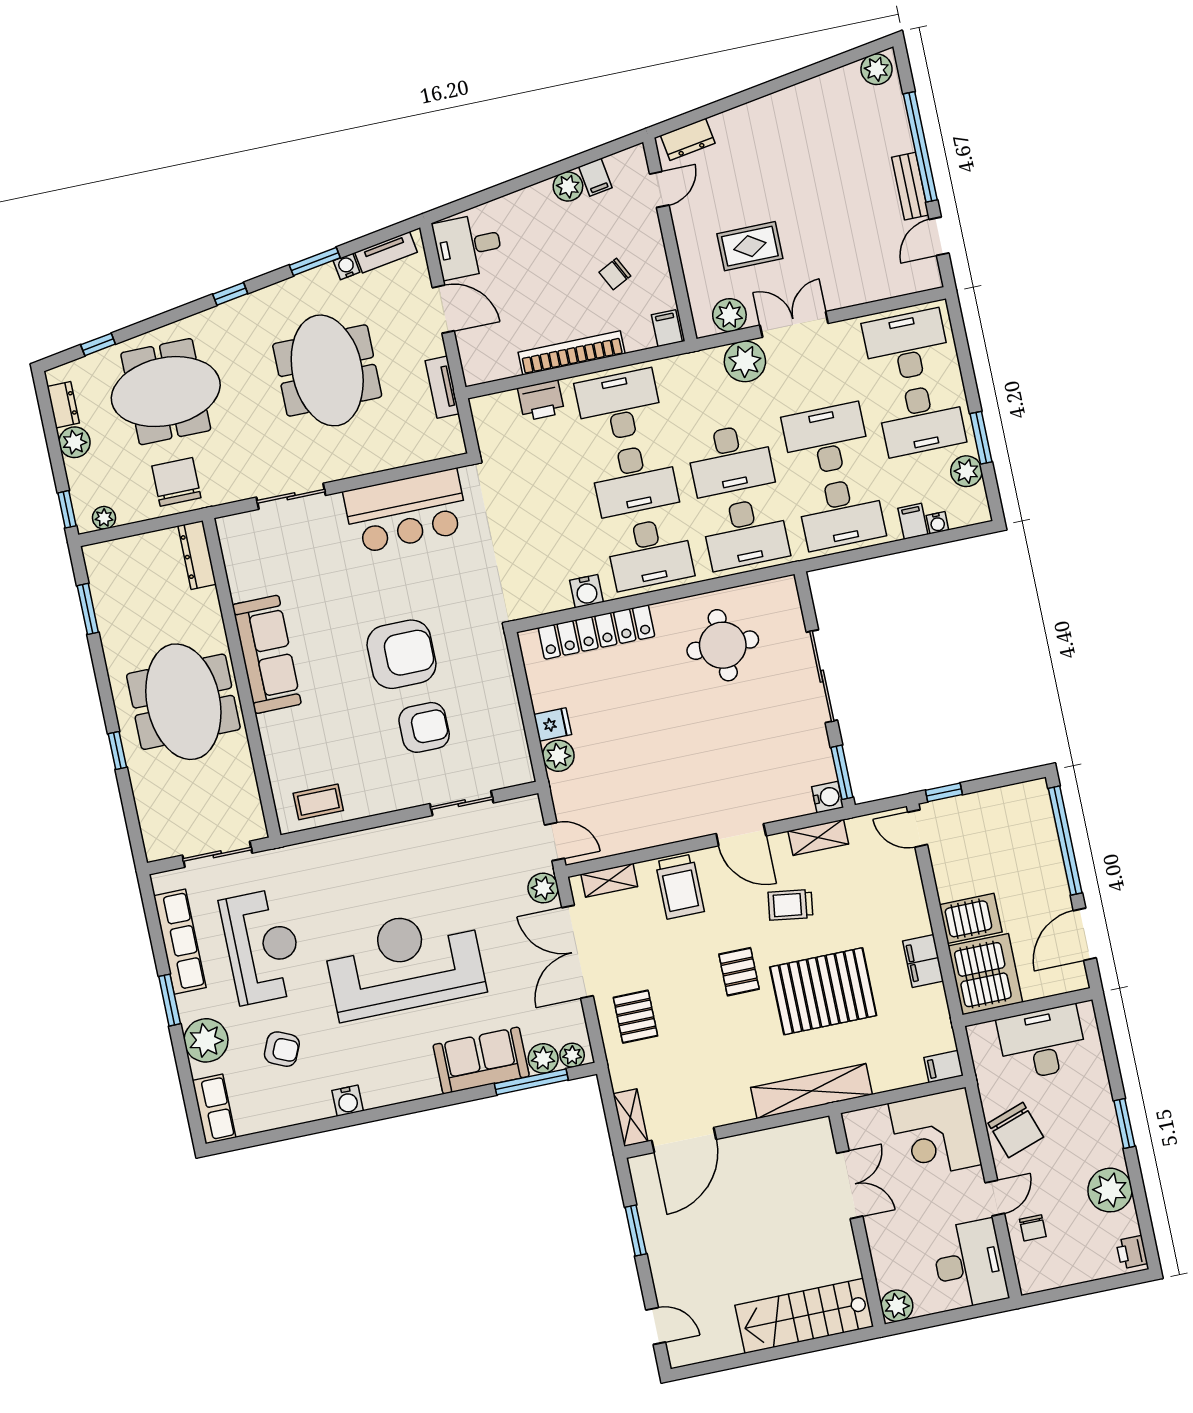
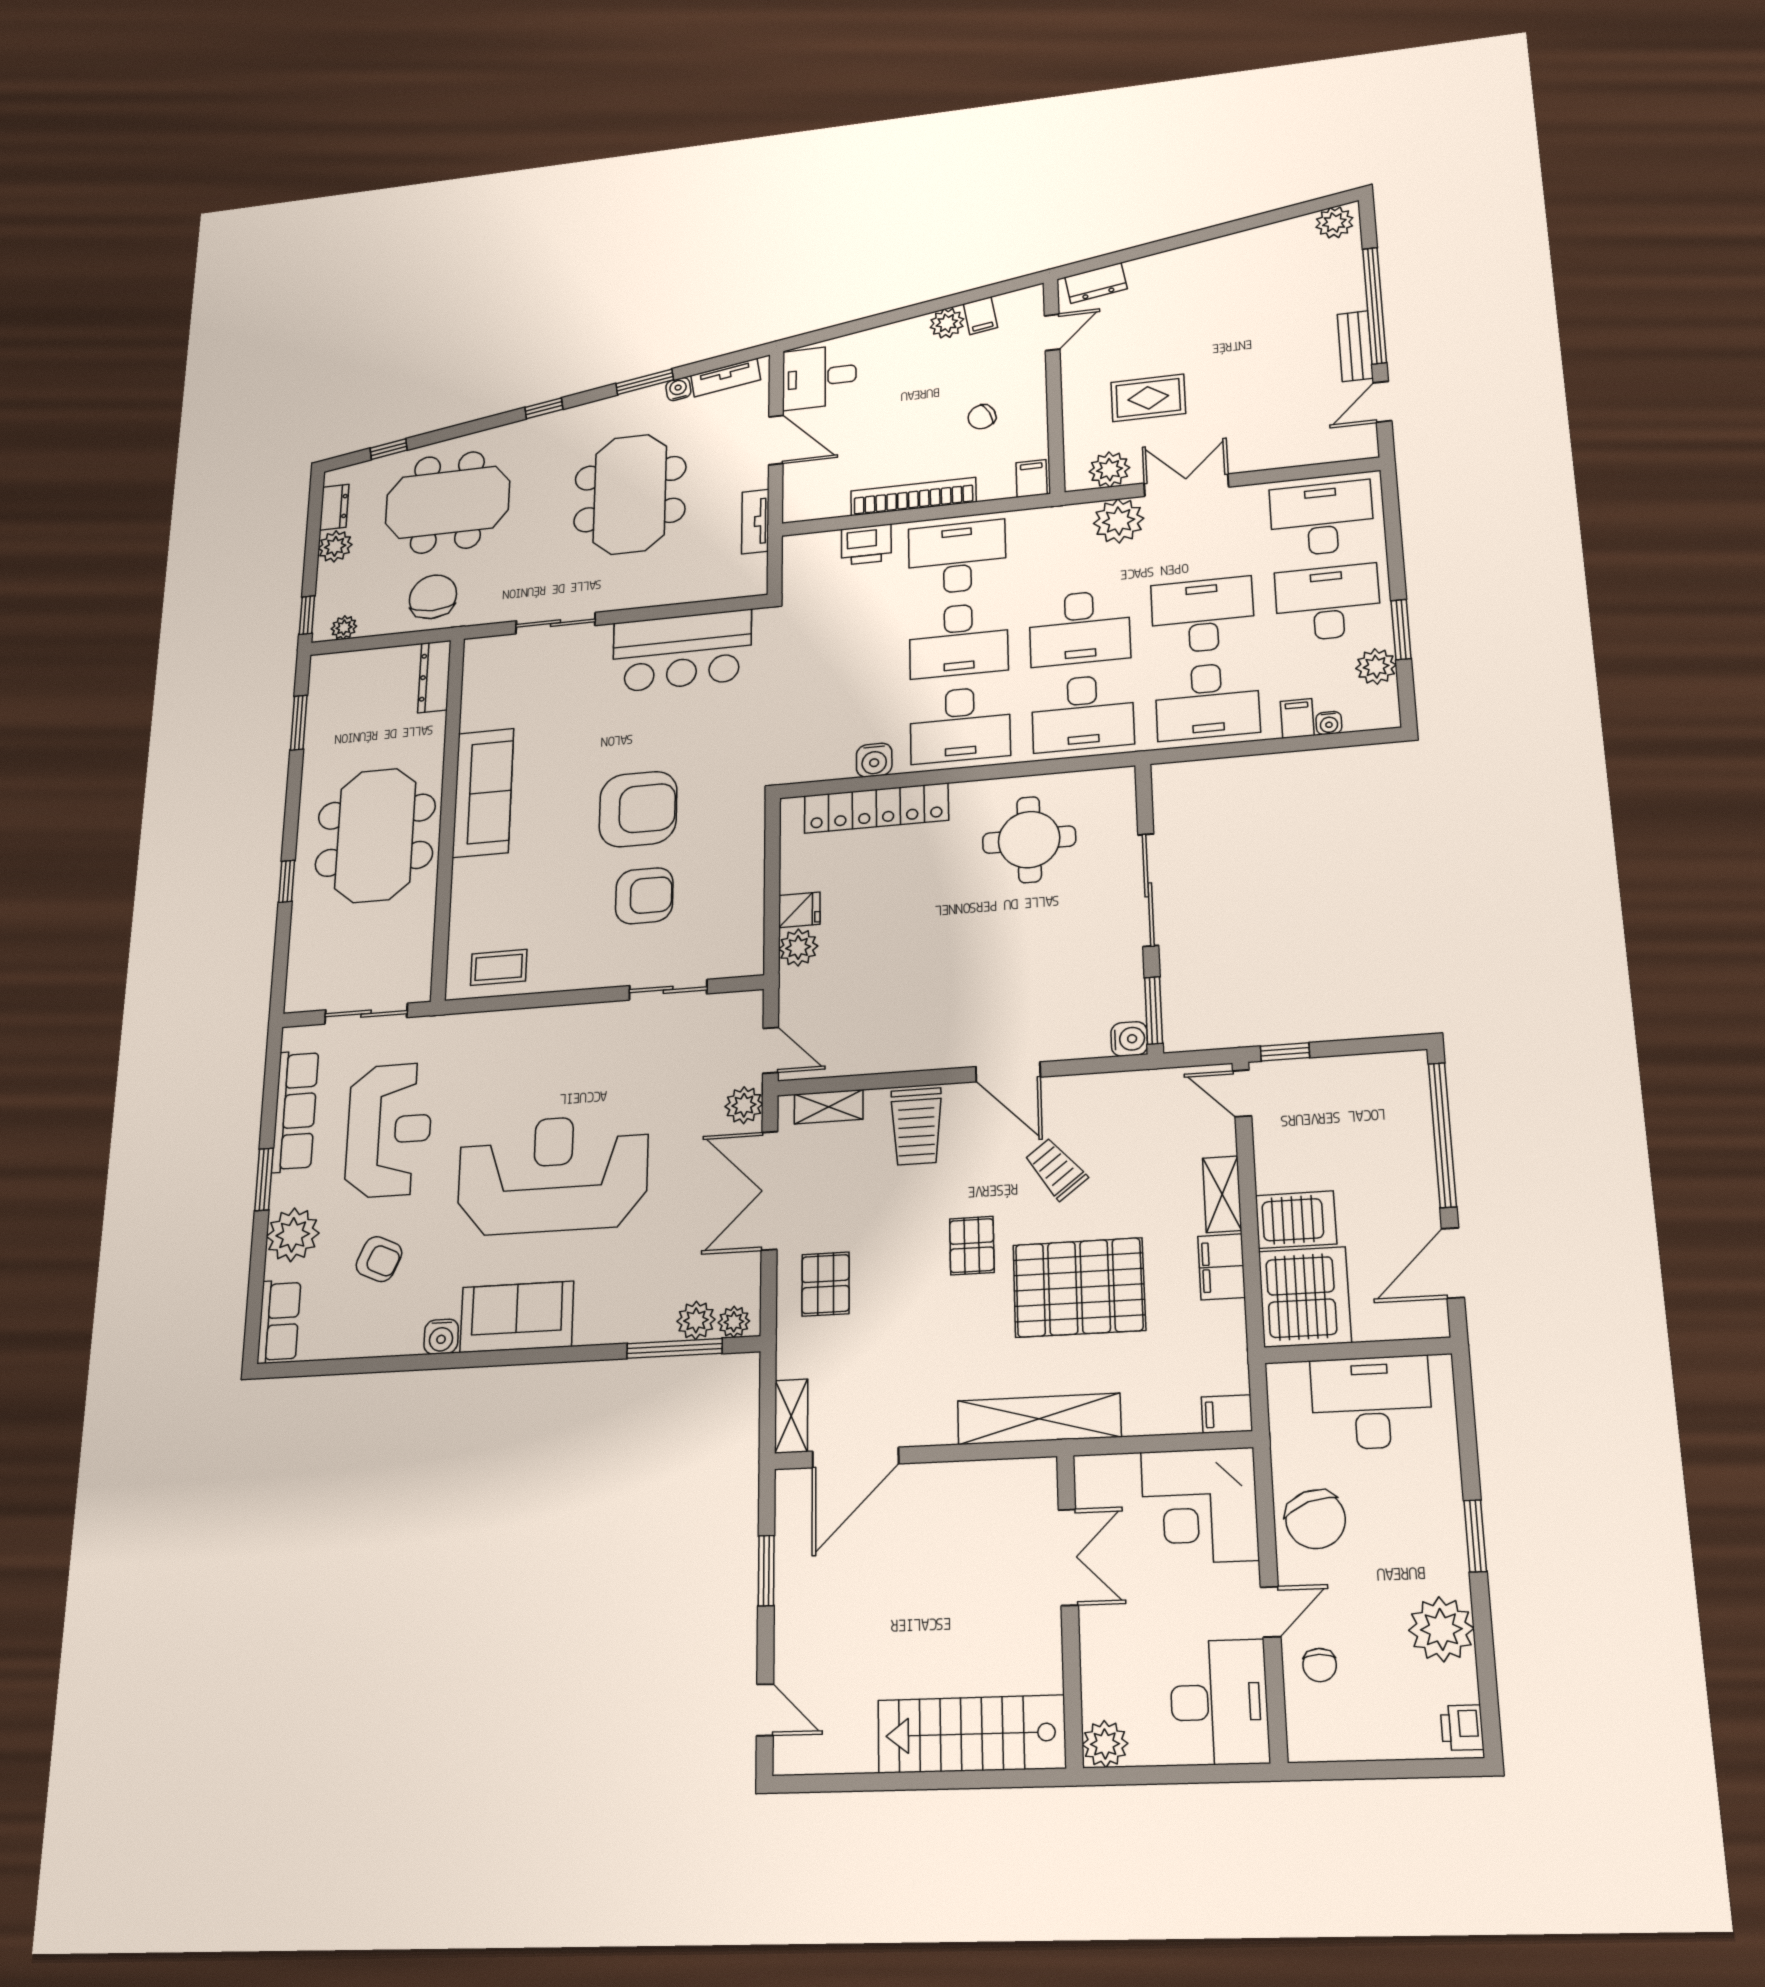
desk: (922, 420) -> (1328, 603), turned 180
shelving: (818, 837) -> (1222, 1194), moved, turned 90
trolley: (790, 905) -> (1056, 1169), turned 44
sofa: (481, 1061) -> (517, 1317), moved

